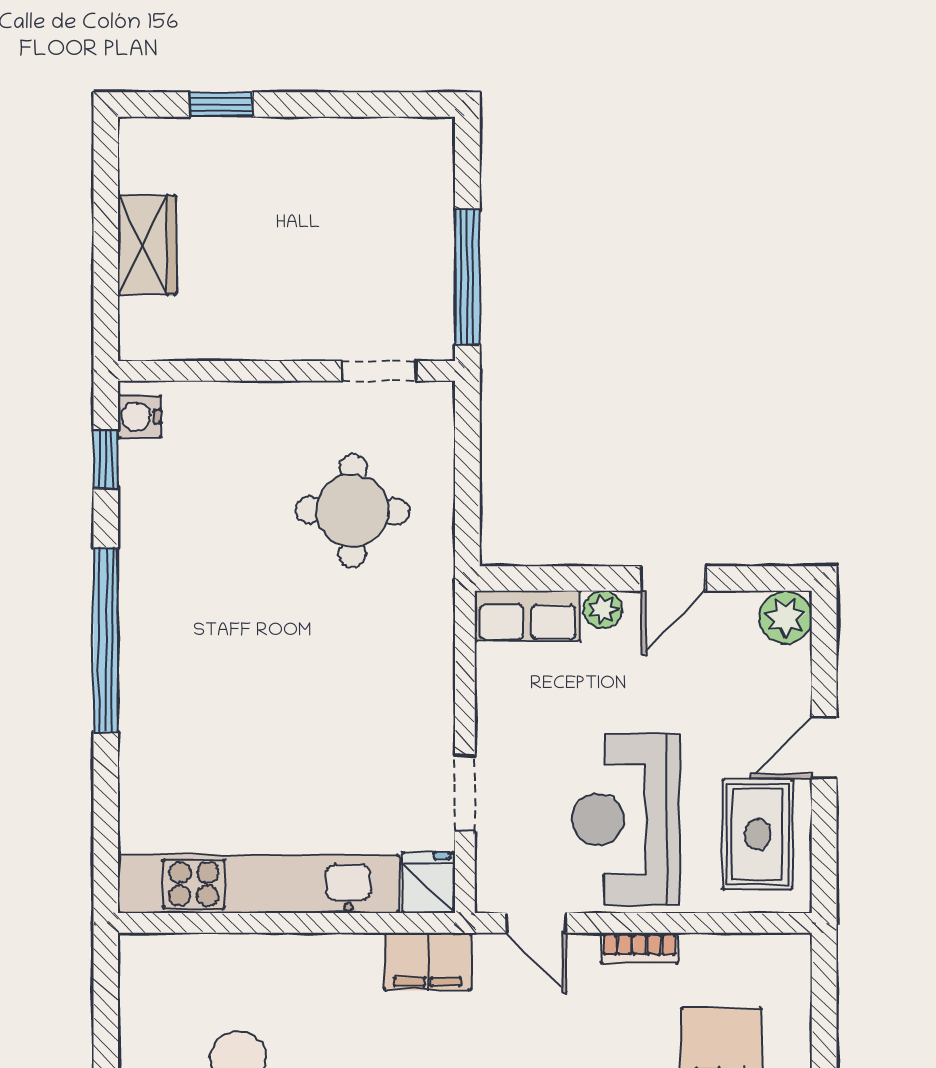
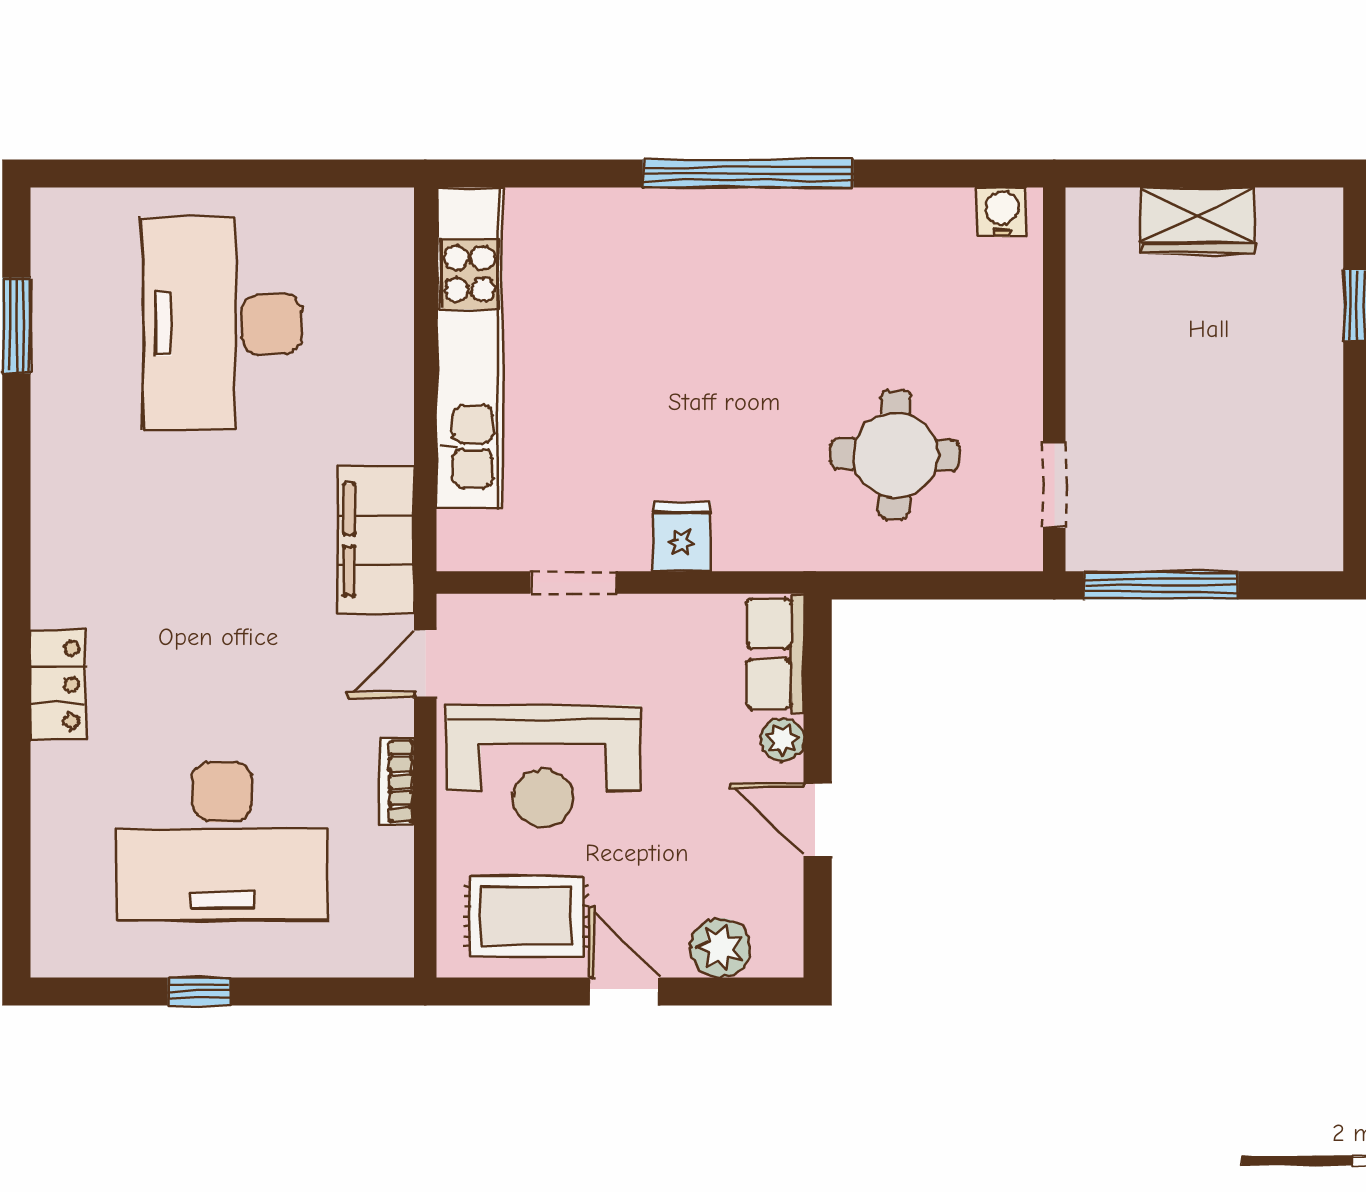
window: (106, 459) -> (953, 174), removed
plant: (786, 617) -> (720, 948), moved
reception desk: (626, 820) -> (543, 766), turned 180
fridge: (428, 883) -> (682, 537), moved, turned -90
filing cabinet: (428, 962) -> (376, 540), width x1.50, depth x1.17

